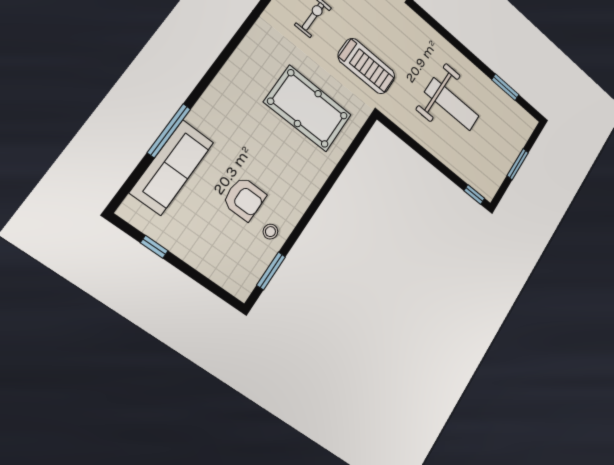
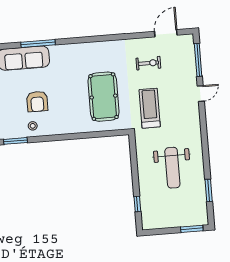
treadmill: (367, 66) -> (150, 108), turned 180
window: (518, 164) -> (192, 229), moved
window: (474, 194) -> (137, 204), moved

